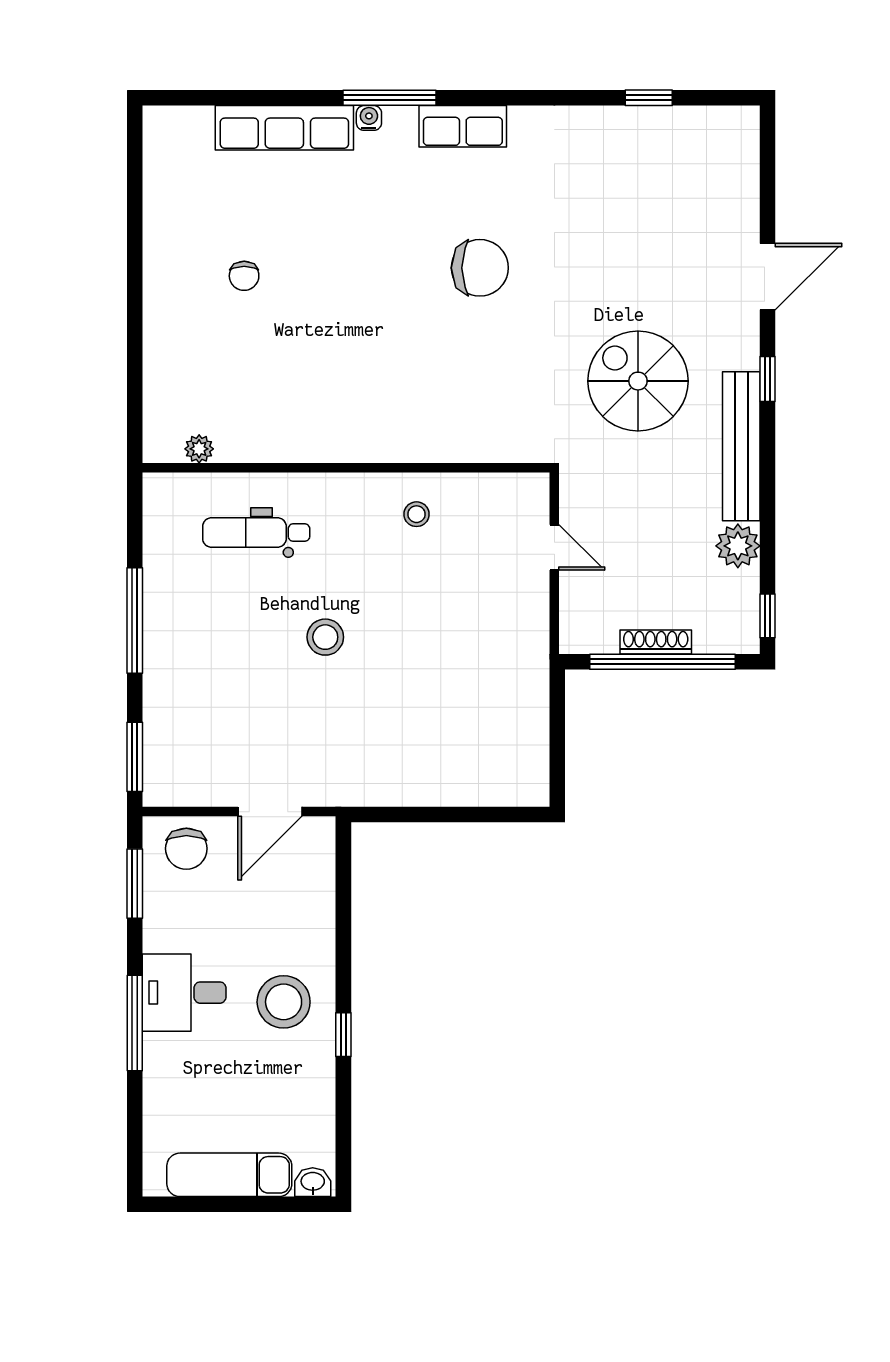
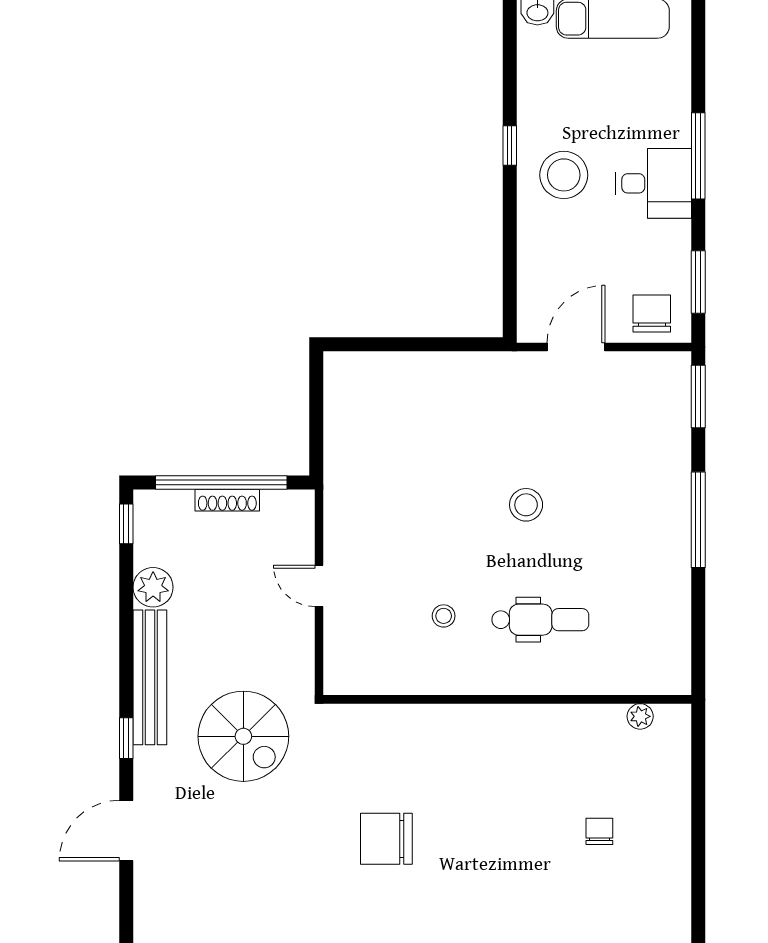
plant: (199, 449) -> (640, 716), moved
wall: (346, 468) -> (507, 699), moved
dental chair: (256, 533) -> (540, 620), moved

